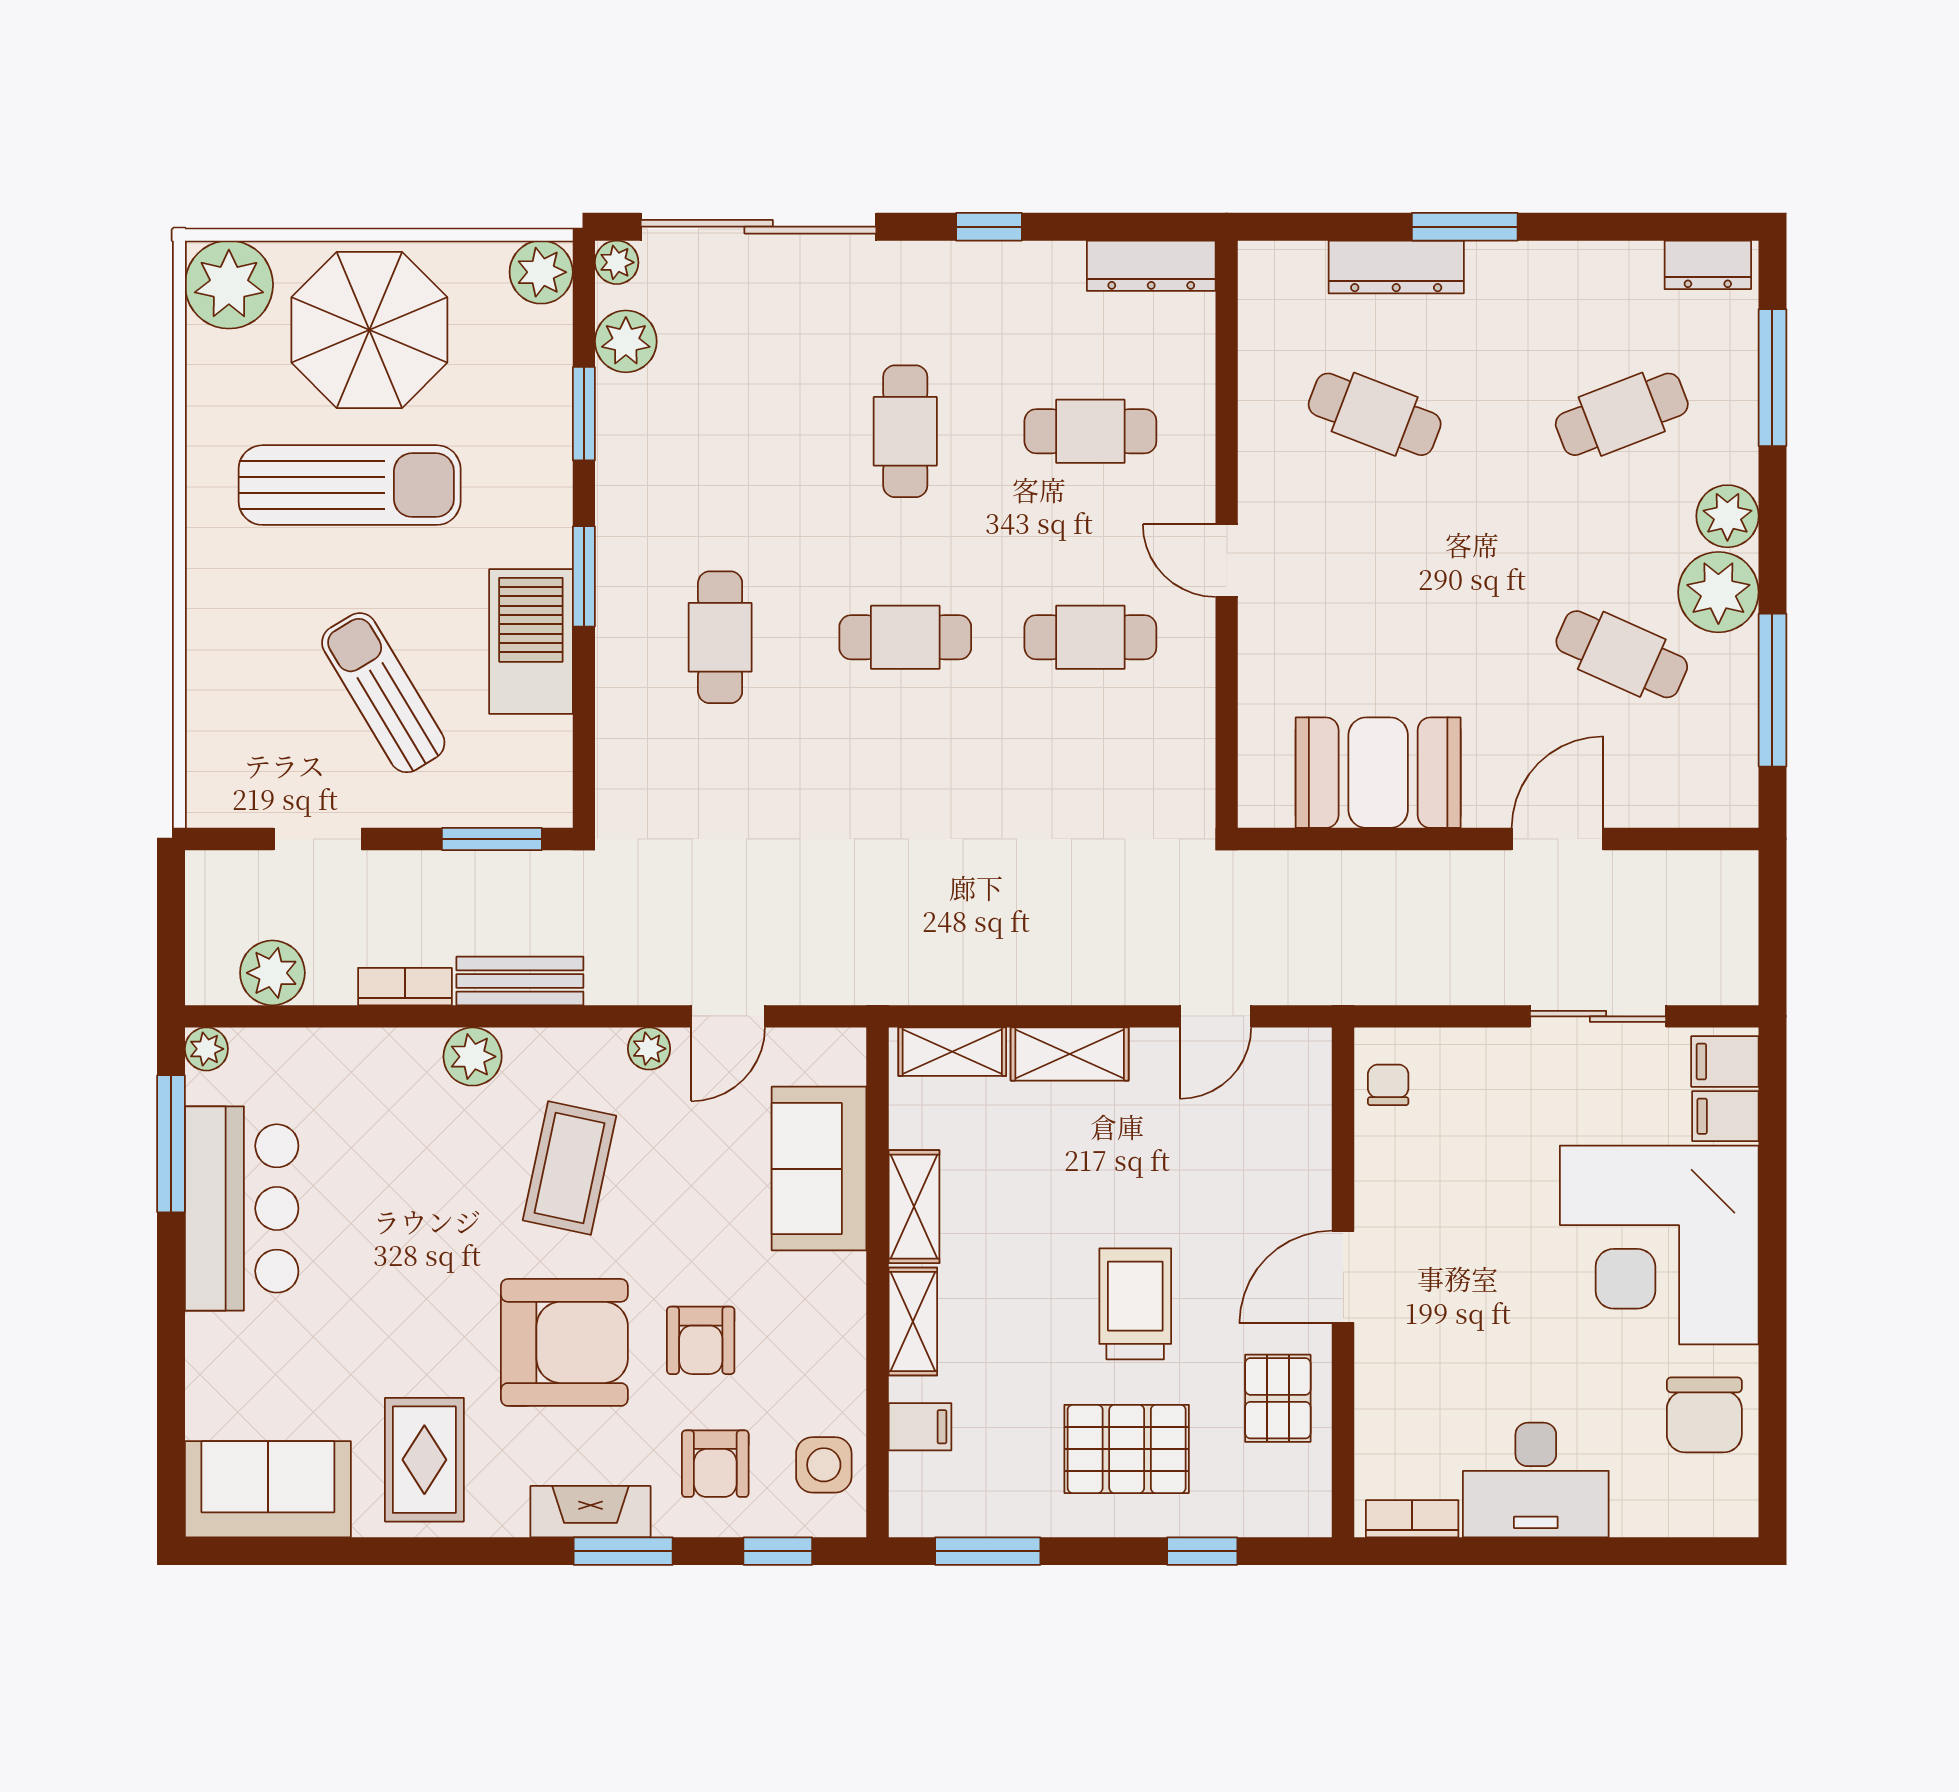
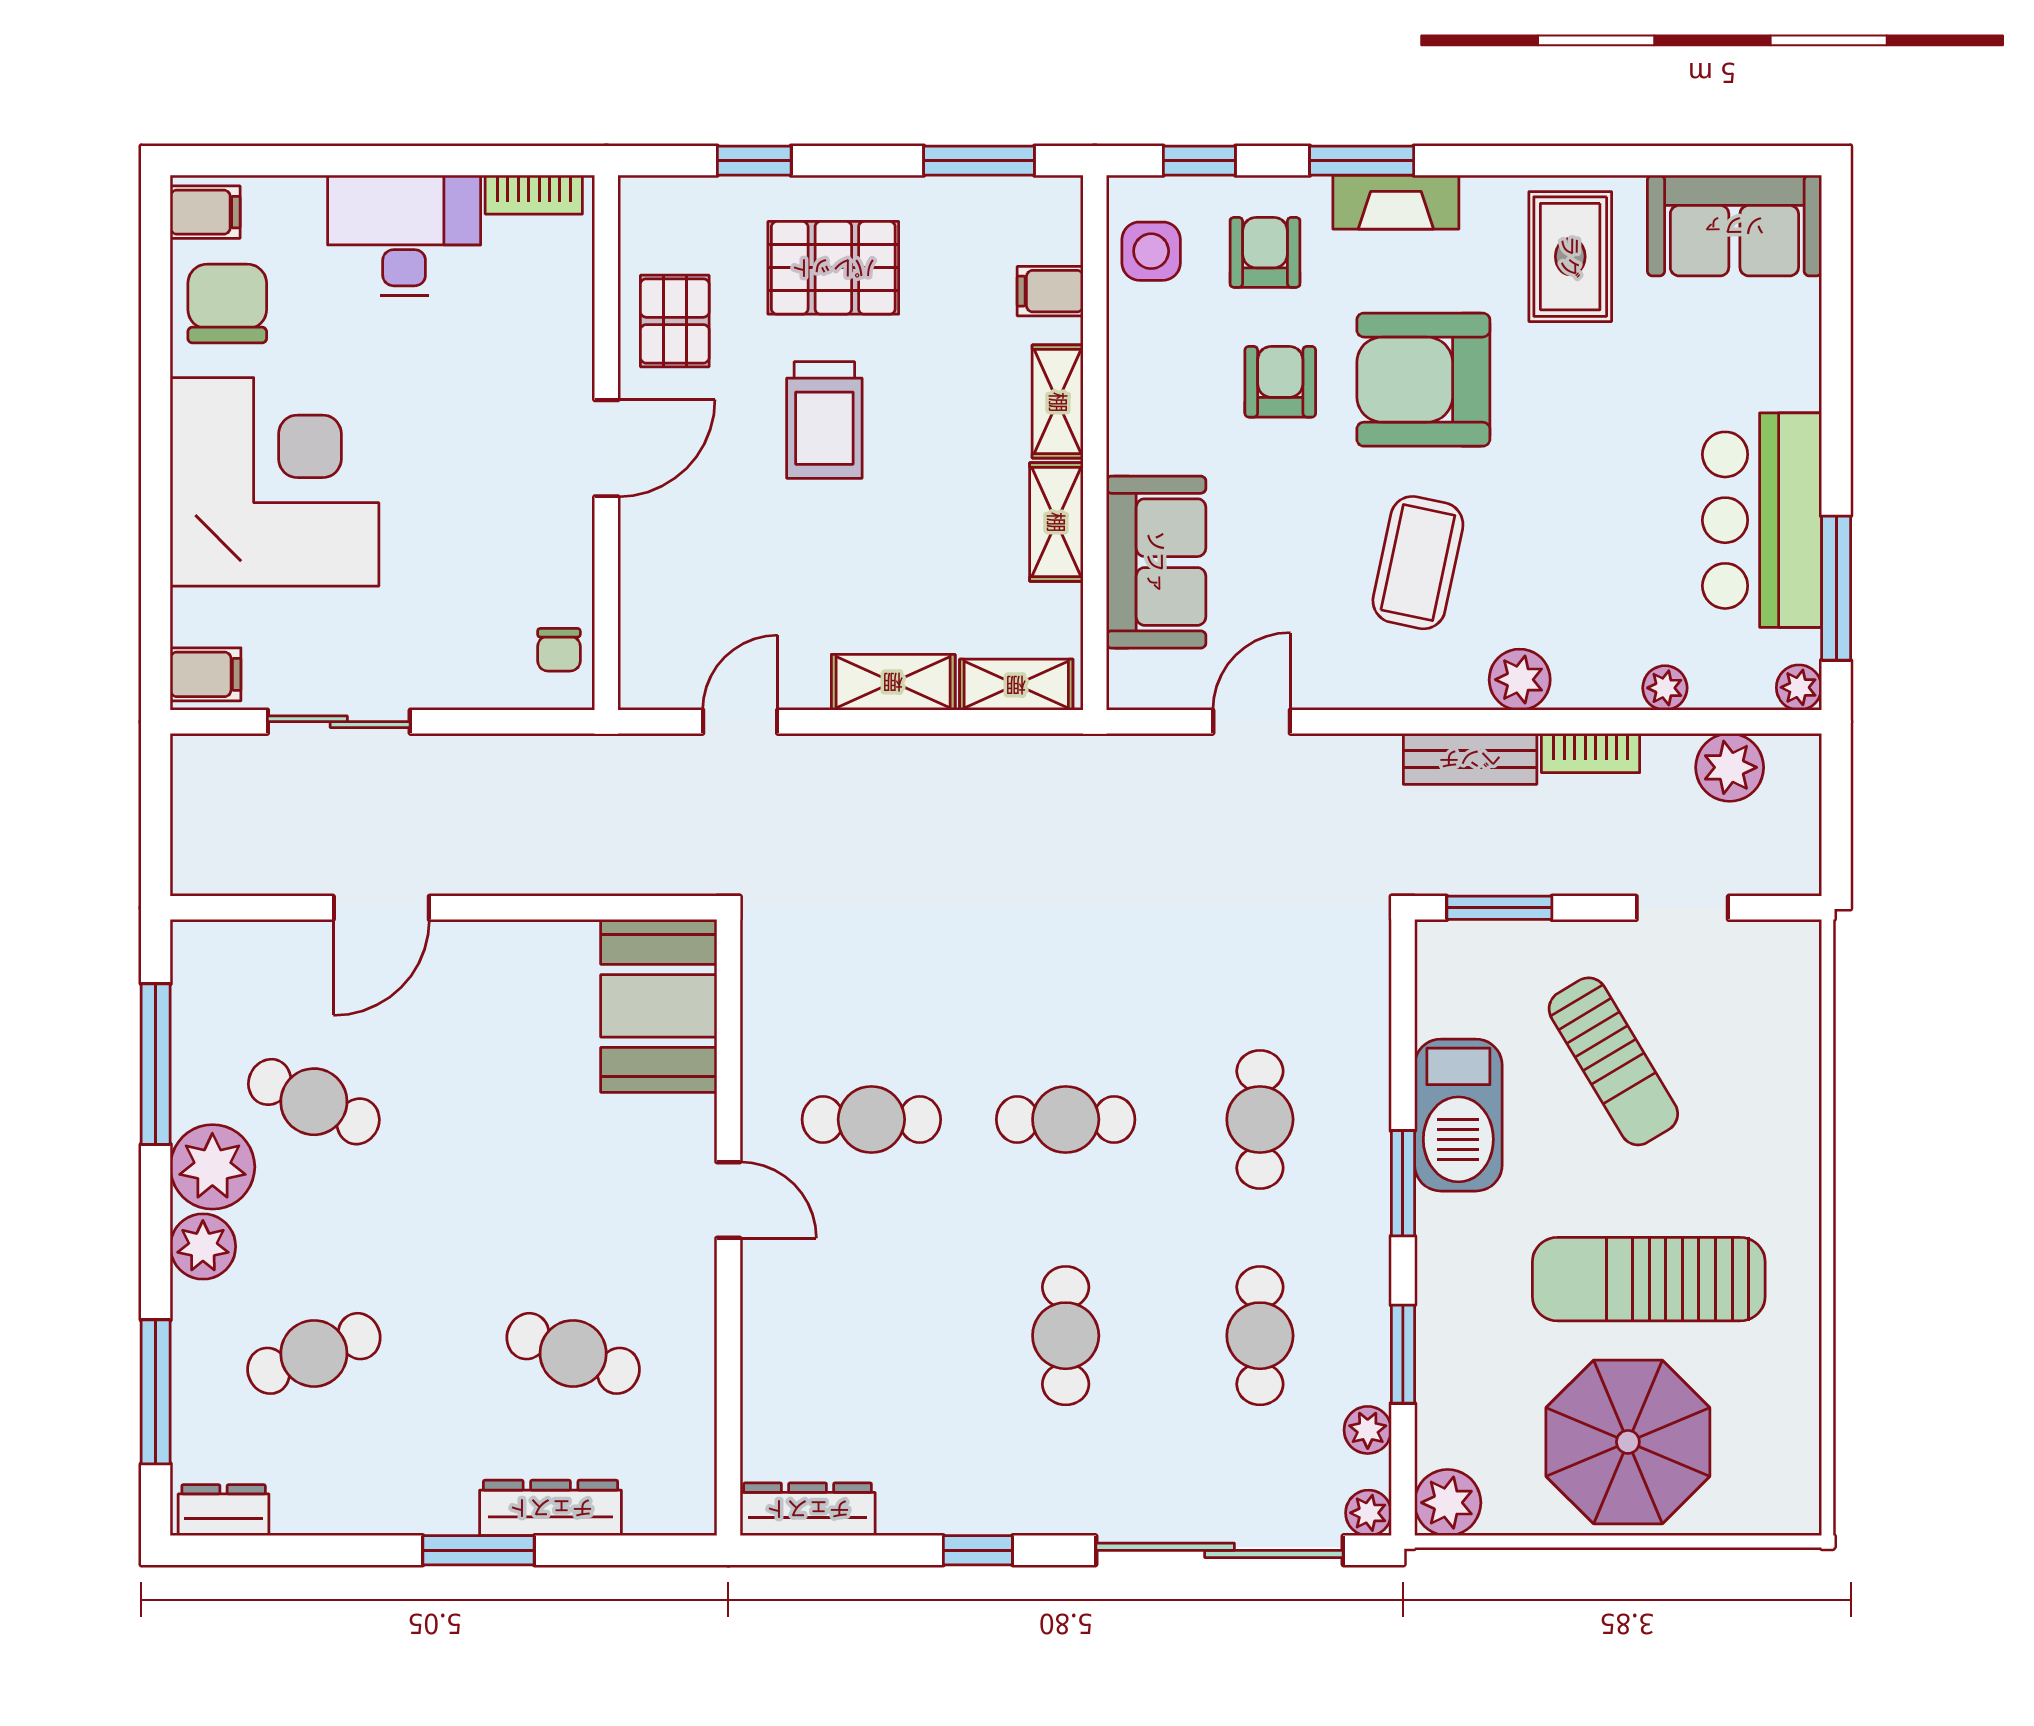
plant: (229, 285) -> (1775, 1489), removed
plant: (626, 341) -> (1368, 1430), width x0.73, depth x0.73
cafe table: (1090, 431) -> (1260, 1336), moved, turned 90
booth: (1378, 773) -> (659, 1006), moved, turned 90
plant: (649, 1049) -> (1665, 688), moved
filing cabinet: (1725, 1116) -> (205, 212), moved

